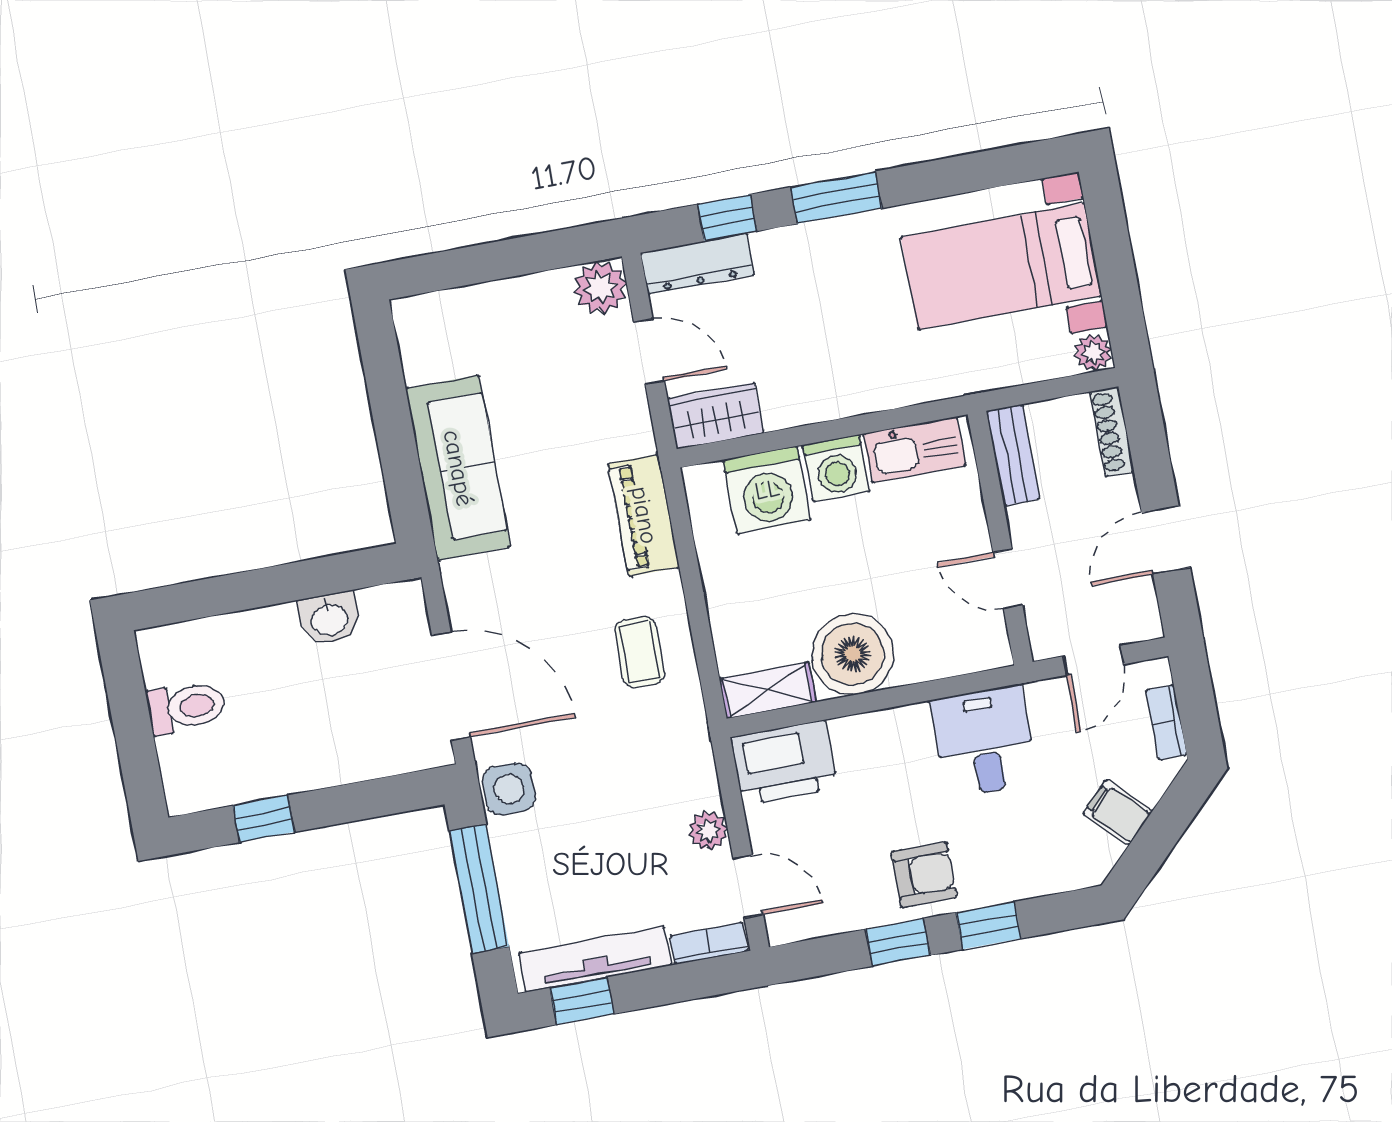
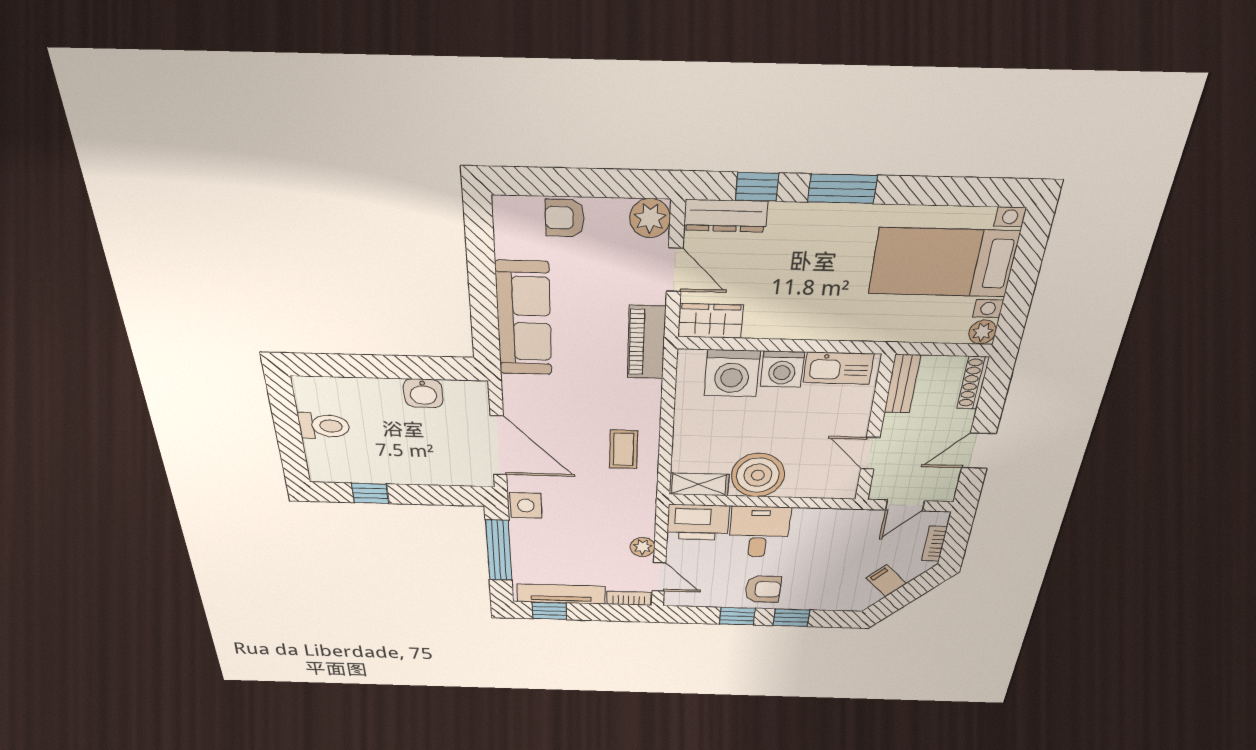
armchair: (489, 311) -> (565, 218), added
piano: (644, 515) -> (646, 343), moved
desk: (984, 741) -> (759, 532), moved

